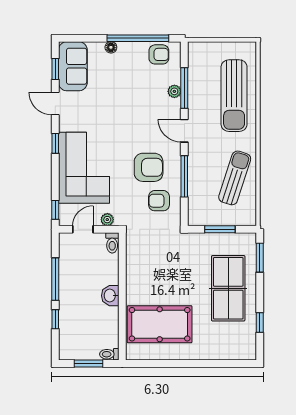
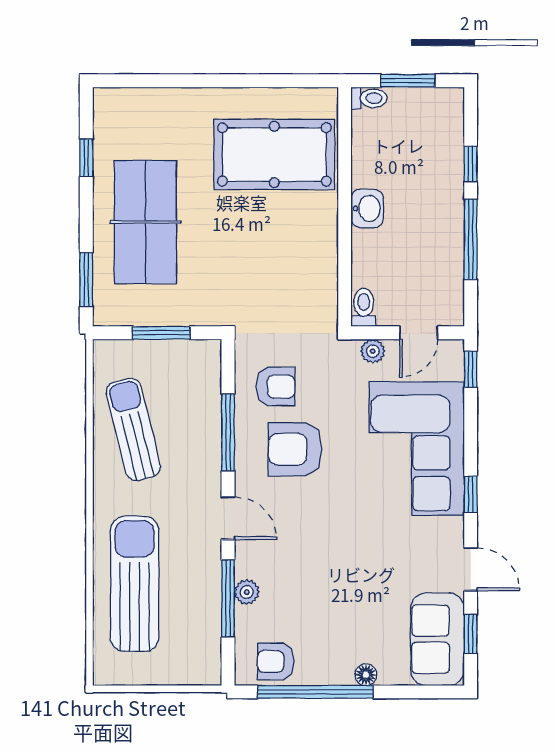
sun lounger: (235, 178) -> (133, 429), turned 148

